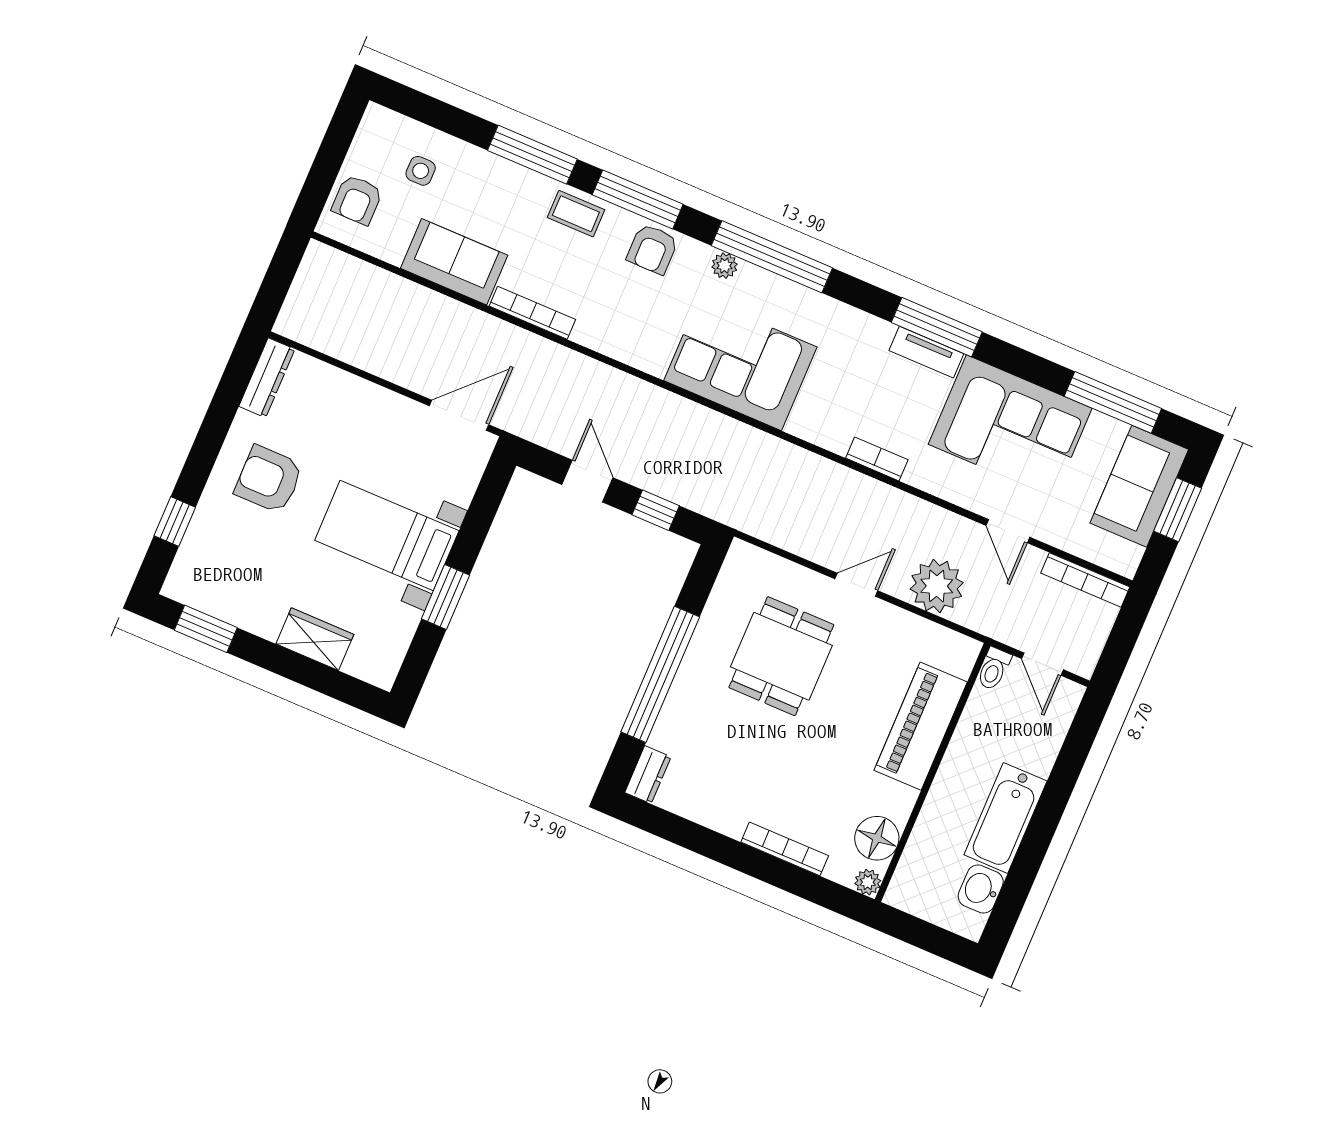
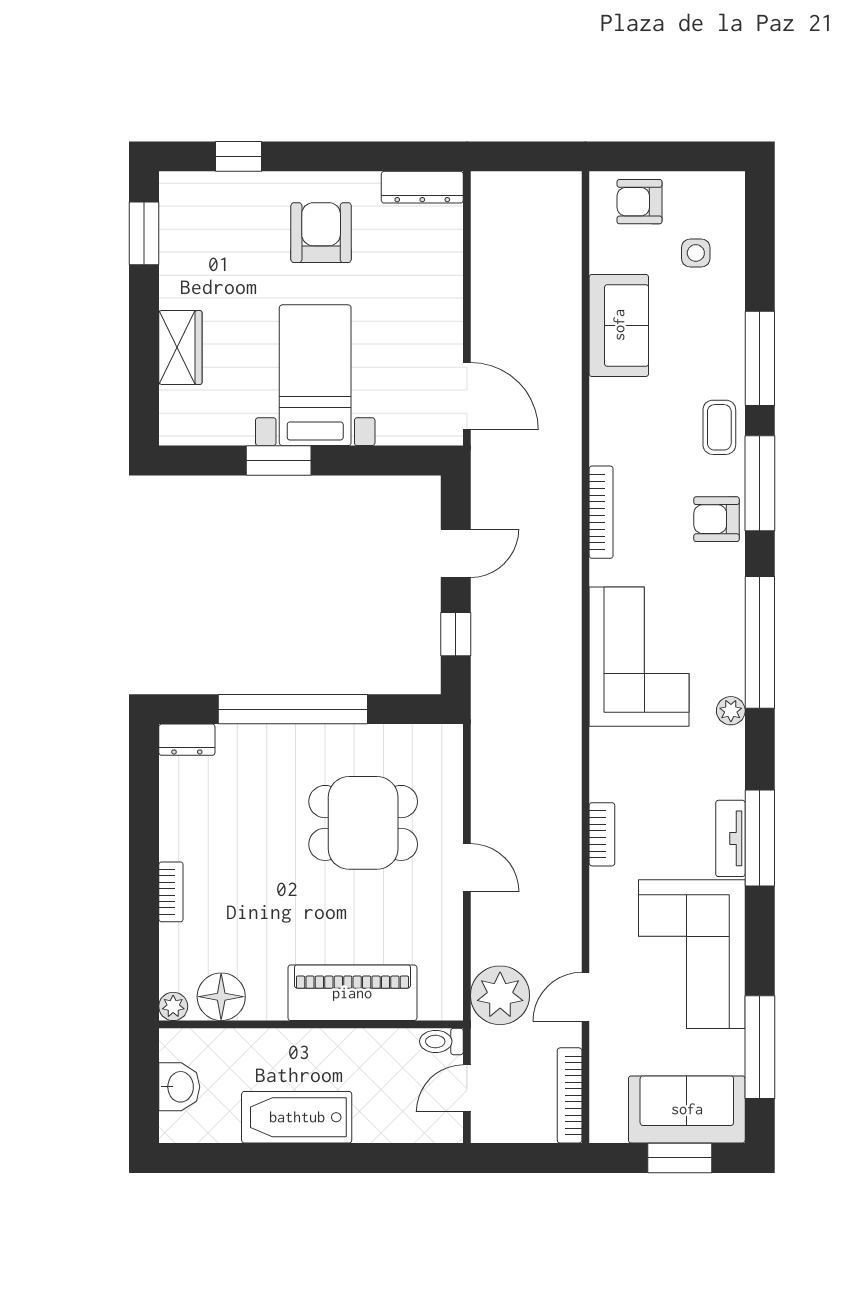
plant: (725, 266) -> (731, 711), moved
bookcase: (532, 313) -> (601, 512), moved
plant: (937, 586) -> (500, 995), moved
bookcase: (785, 849) -> (171, 892), width x0.64
washbasin: (981, 889) -> (179, 1087), moved, turned 90

